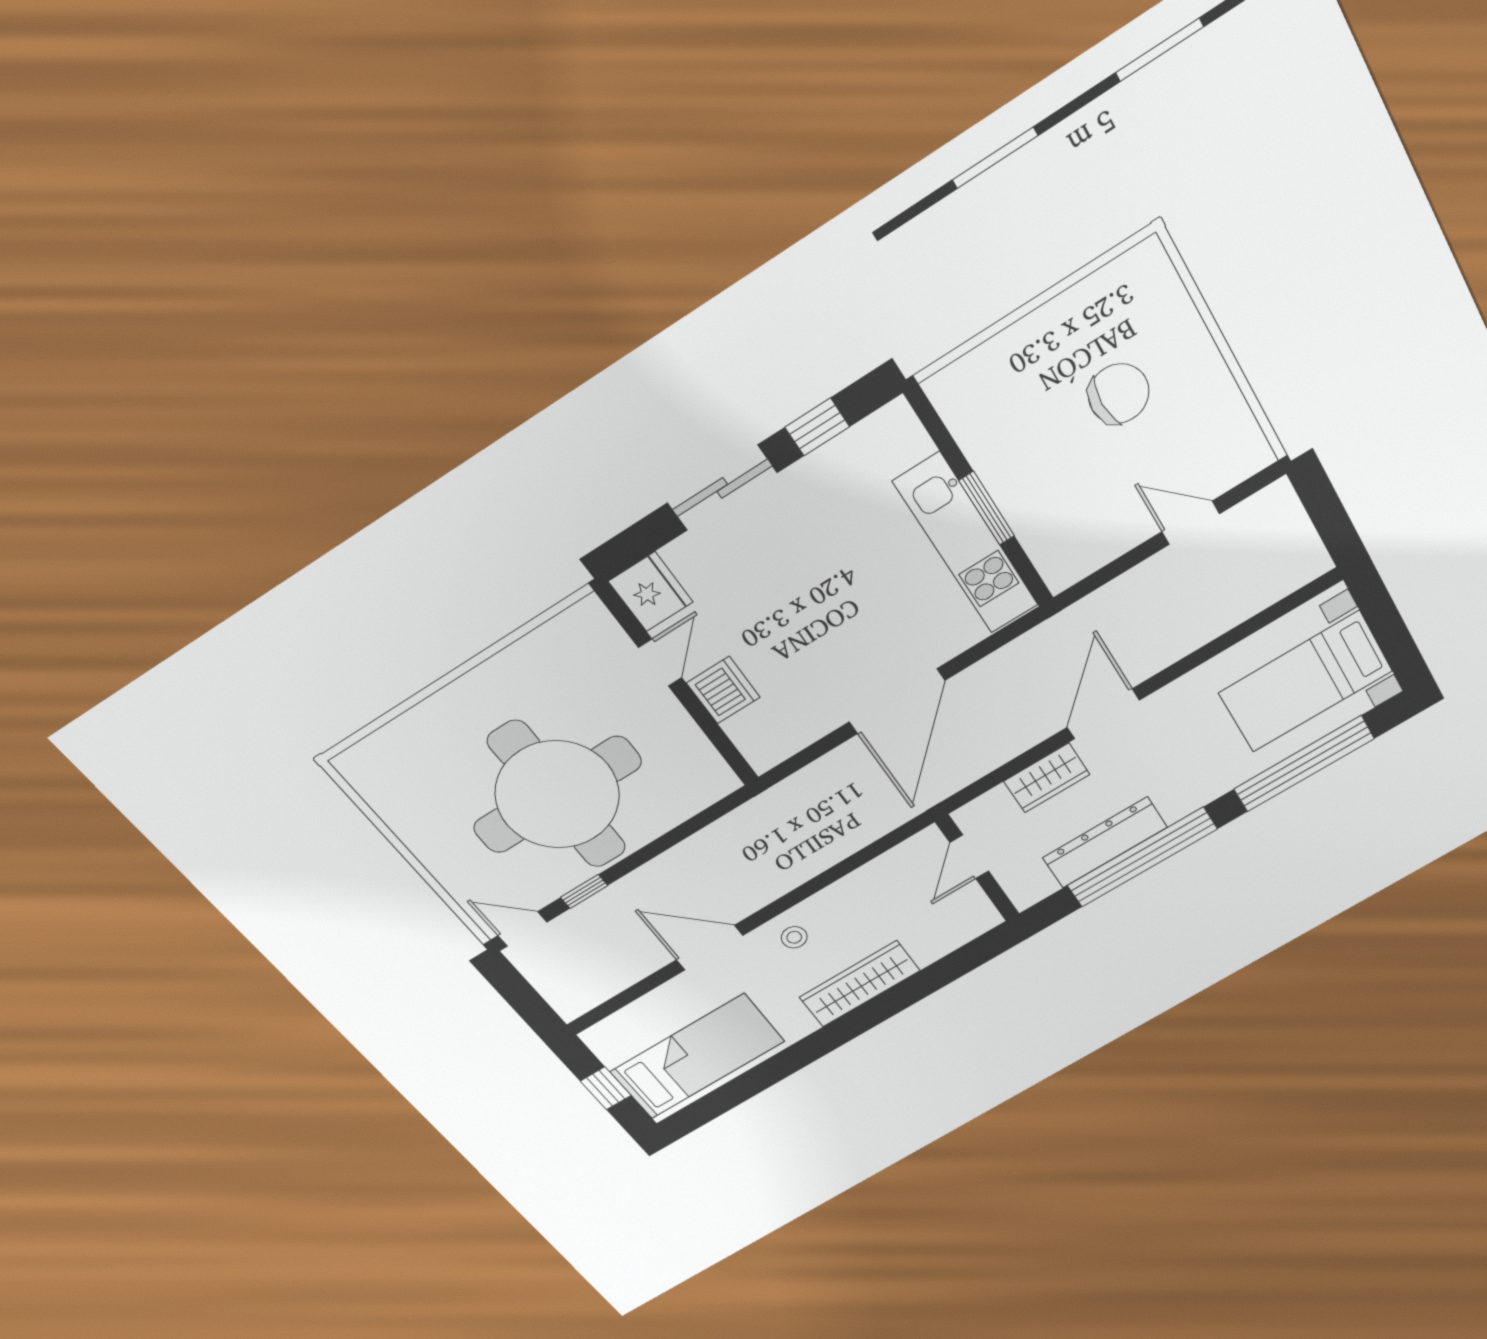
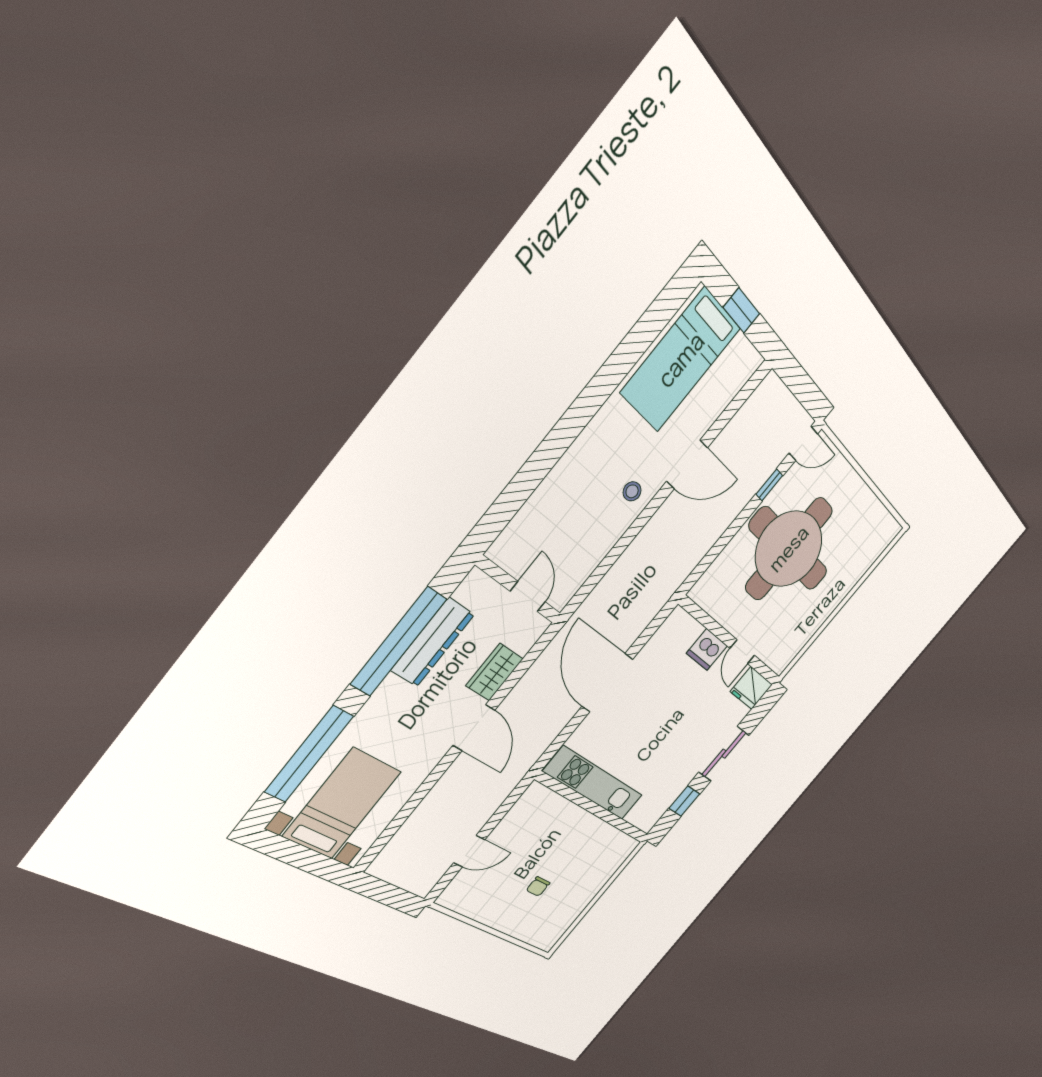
chair: (1119, 394) -> (538, 886), width x0.54, depth x0.54
window: (987, 508) -> (588, 805), removed
wardrobe: (860, 984) -> (576, 465), removed

